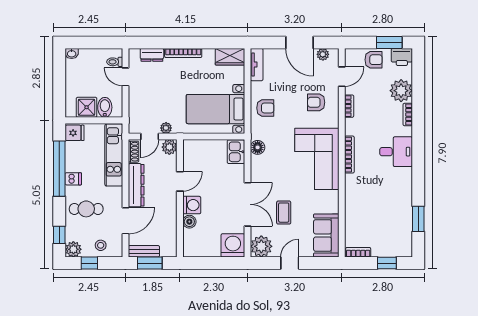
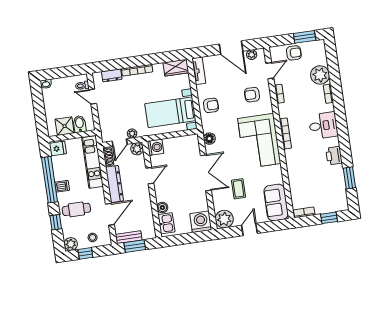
printer: (402, 57) -> (334, 156), moved, turned 90
kitchen sink: (236, 152) -> (166, 223), moved, turned 180
double door: (248, 204) -> (206, 173), moved
washing machine: (192, 205) -> (156, 147), moved
window: (59, 235) -> (56, 222), moved

